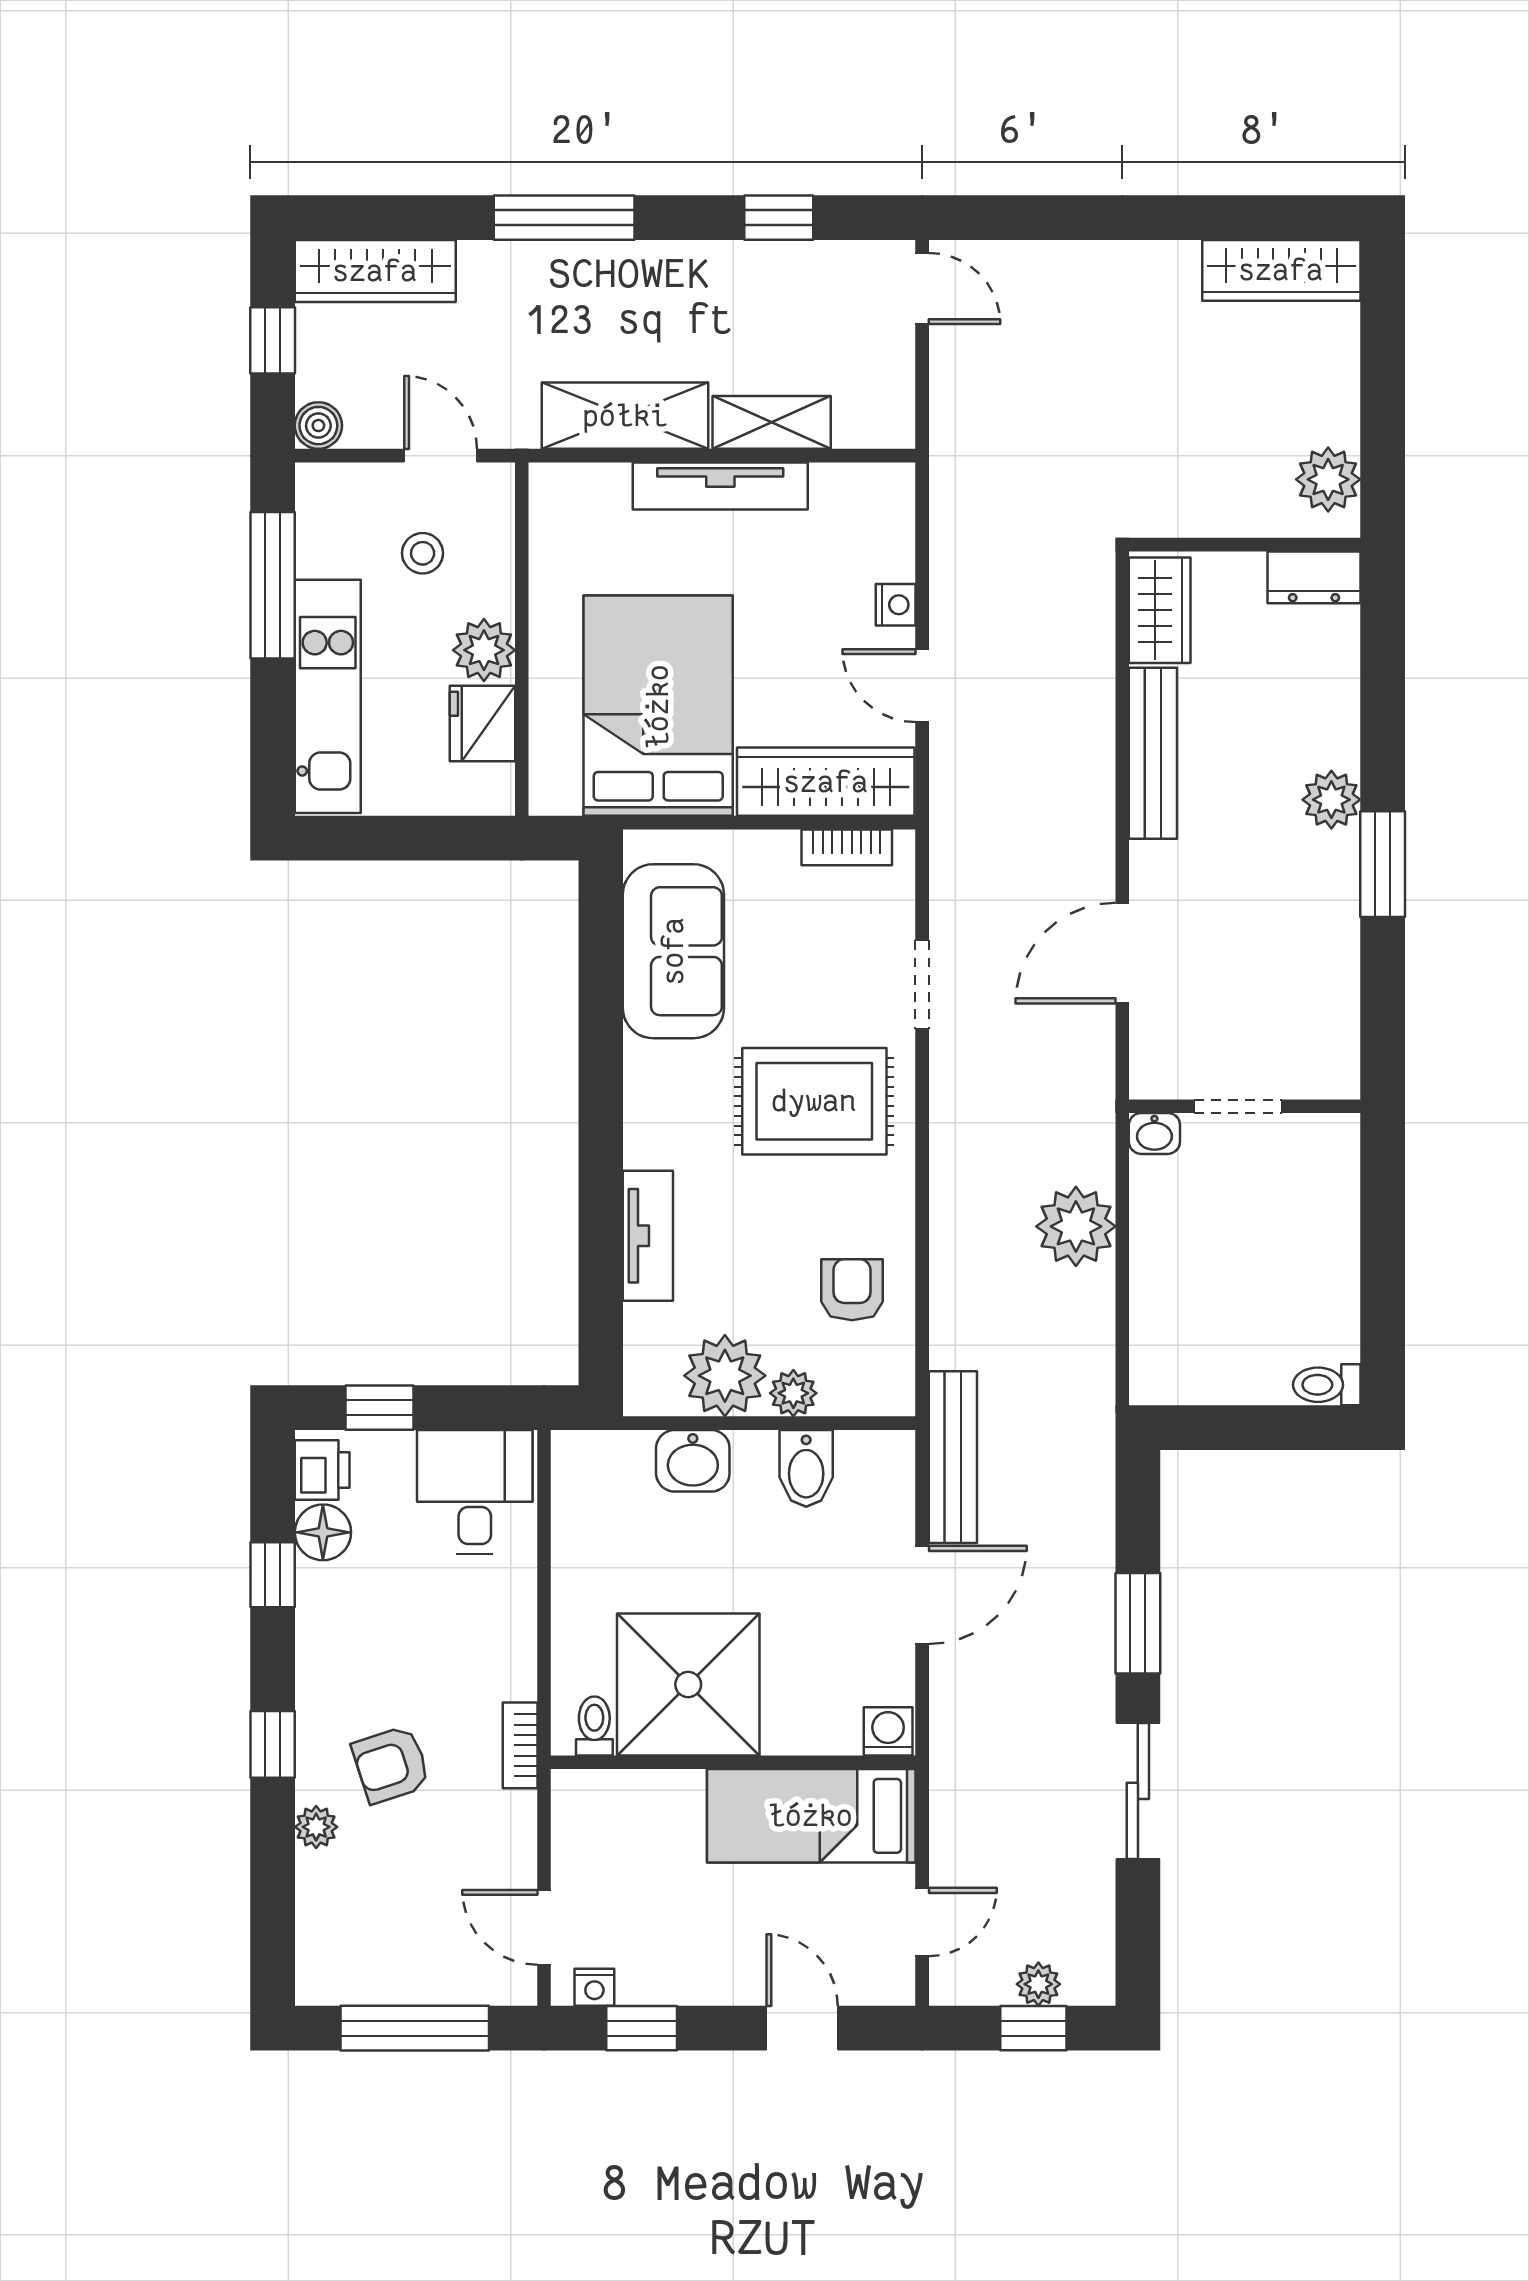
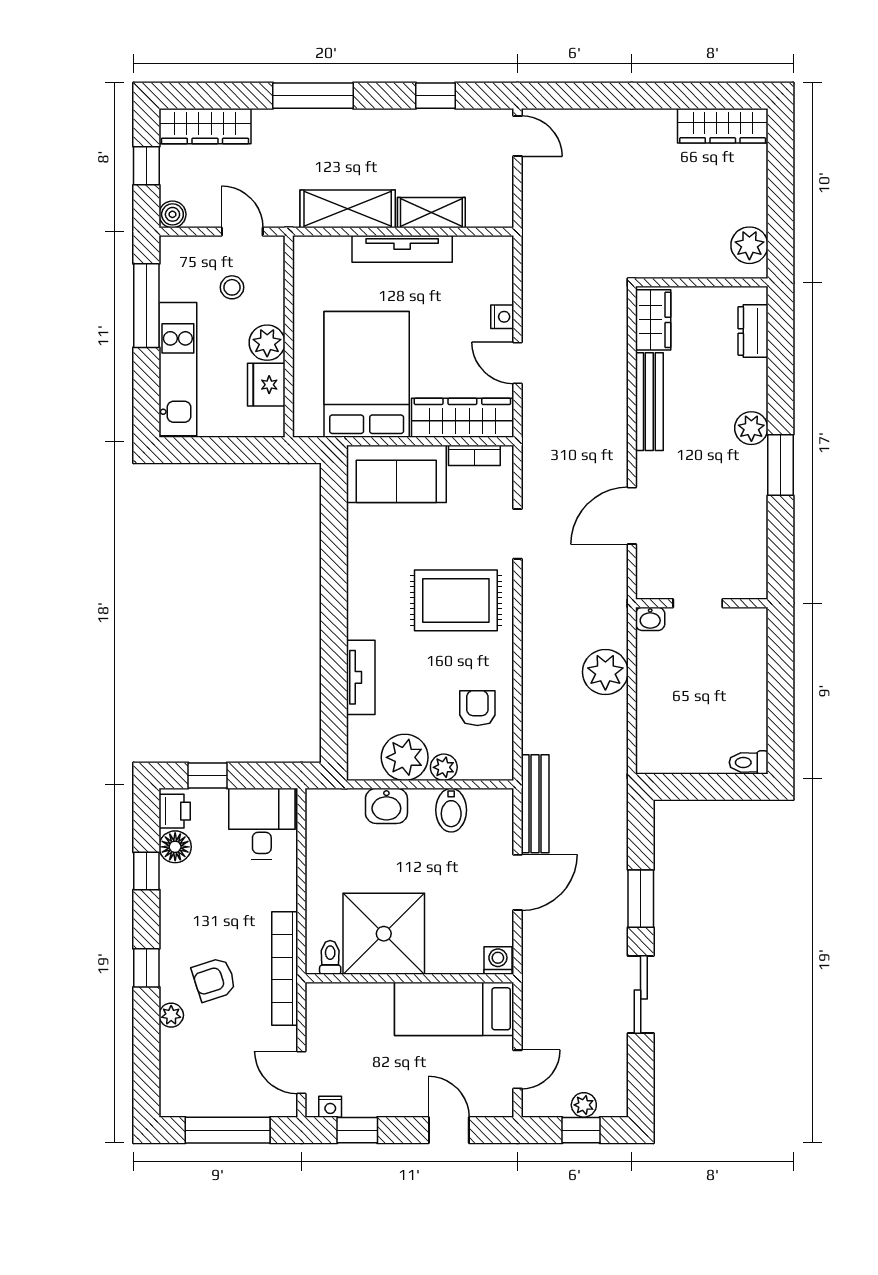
dresser: (1314, 577) -> (753, 331), moved, turned 90
sofa: (673, 951) -> (396, 474), moved, turned 90
bookcase: (520, 1745) -> (285, 969), width x2.31, depth x1.31

